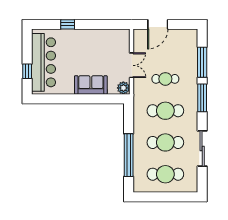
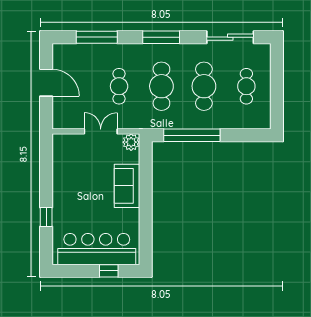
door: (158, 24) -> (46, 83), moved
window: (202, 98) -> (161, 37), moved
sliding door: (202, 149) -> (230, 37), moved
window: (129, 155) -> (192, 135), moved
cafe table: (165, 174) -> (246, 86), width x0.73, depth x0.74

